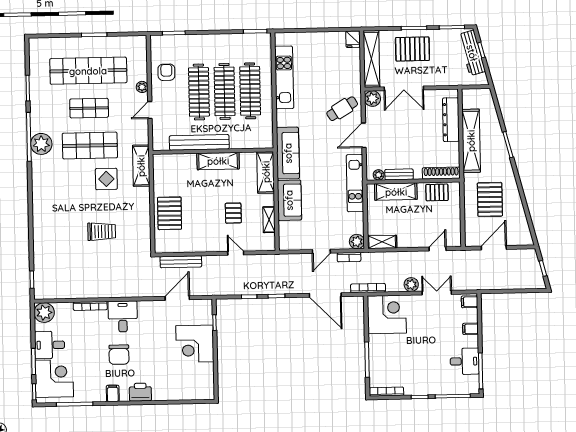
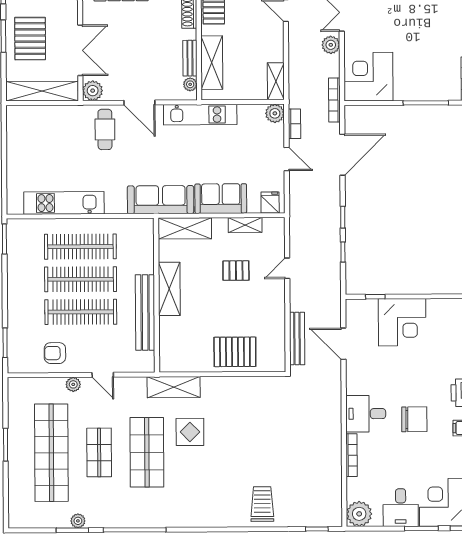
fridge: (353, 39) -> (270, 203), moved, turned -90
cafe table: (342, 109) -> (105, 129), turned 31
plant: (41, 144) -> (78, 521), moved, width x0.53, depth x0.53
trolley: (102, 232) -> (262, 504), moved

